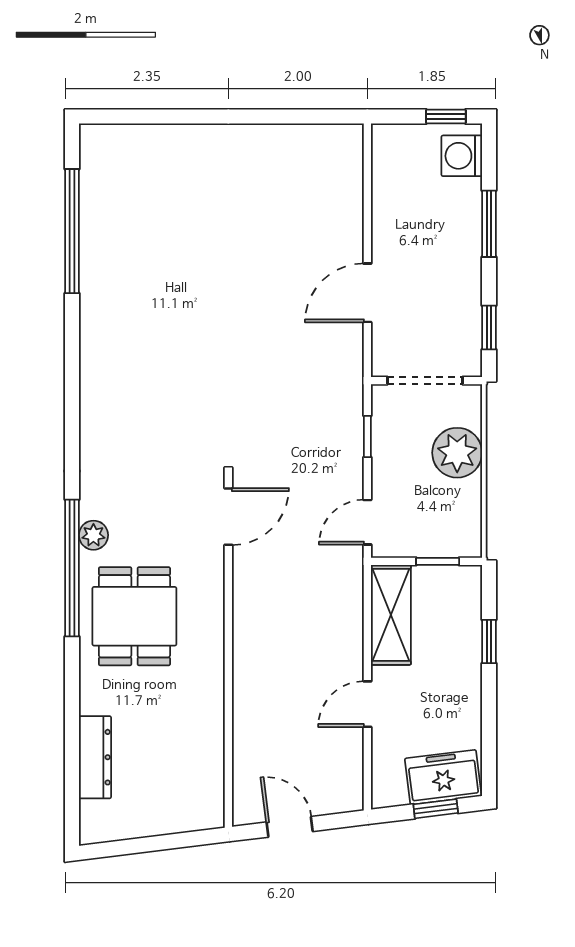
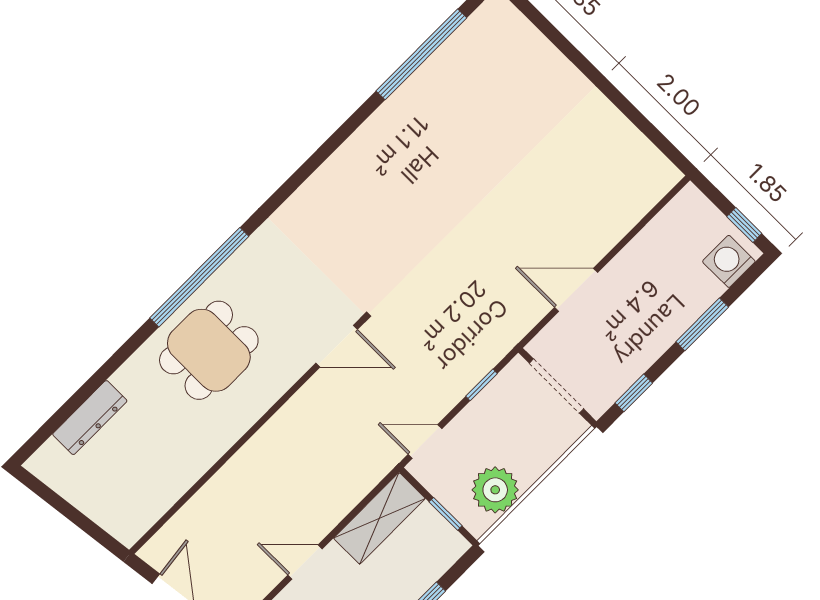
plant: (457, 453) -> (495, 490), moved
plant: (93, 535) -> (235, 270), removed

